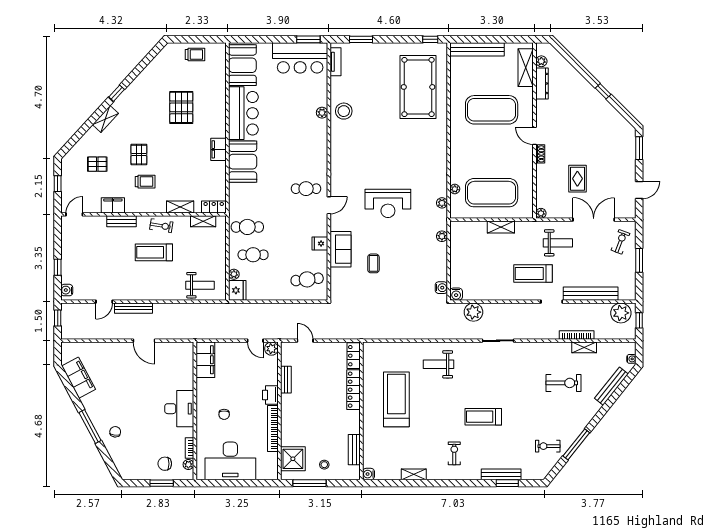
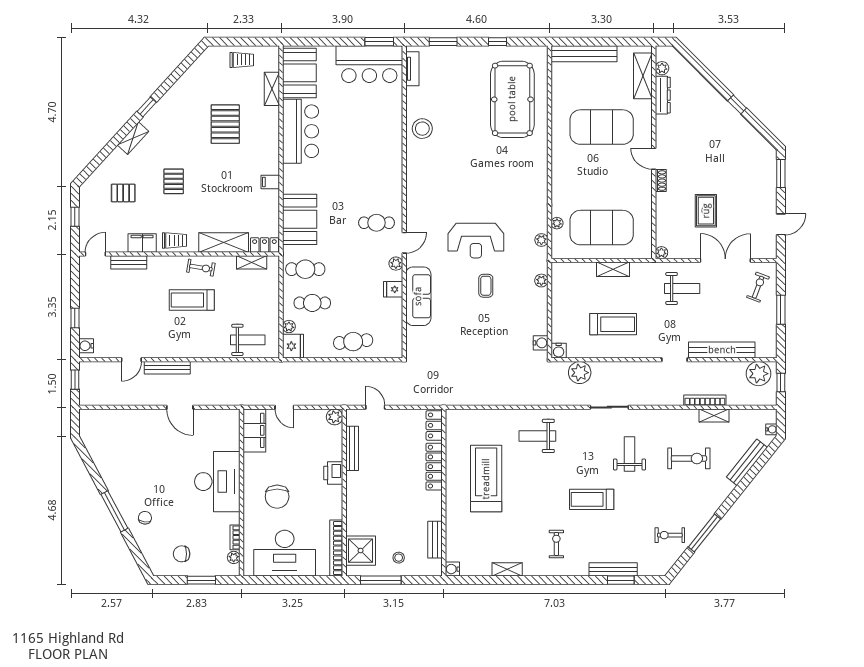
window: (430, 39) -> (497, 42), moved
shelving: (220, 78) -> (272, 89), added
plant: (322, 113) -> (396, 264), moved
filing cabinet: (219, 149) -> (270, 182), width x0.50
booth: (243, 162) -> (300, 219), moved
trolley: (145, 182) -> (174, 240), moved
shelving: (180, 207) -> (224, 243), width x1.50, depth x1.33
bench: (121, 221) -> (129, 262), moved
sofa: (340, 249) -> (418, 296), width x1.36
coffee table: (373, 263) -> (486, 286), moved
treadmill: (533, 274) -> (613, 324), moved, turned 180
cafe table: (307, 279) -> (353, 342), moved
door: (255, 341) -> (284, 407), moved
filing cabinet: (79, 378) -> (100, 452), removed
weight bench: (515, 379) -> (629, 454), added
bench: (286, 380) -> (352, 448), width x1.36
desk: (179, 409) -> (217, 482), width x1.36, depth x1.30
chair: (224, 414) -> (277, 497), width x1.87, depth x1.87
bookcase: (273, 428) -> (336, 548), moved
chair: (165, 464) -> (182, 554), moved

